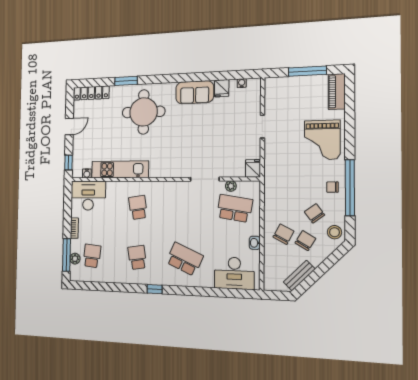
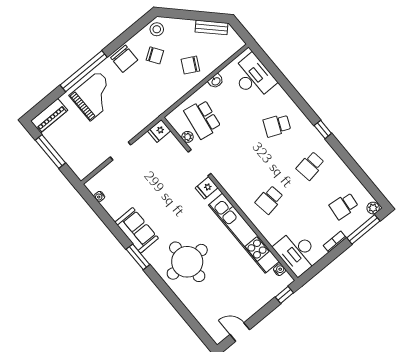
window: (126, 81) -> (138, 257), moved
fridge: (222, 88) -> (207, 188), moved, turned 180
locker: (91, 93) -> (209, 324), removed
door: (69, 127) -> (240, 332), moved
kitchen unit: (120, 169) -> (244, 233), width x1.36
chair: (332, 187) -> (124, 59), width x1.87, depth x1.87
window: (350, 188) -> (84, 71), moved
chair: (315, 213) -> (155, 55), turned -88
chair: (305, 241) -> (181, 45), removed
plant: (75, 259) -> (373, 208), moved
school desk: (185, 259) -> (277, 125), width x0.54

